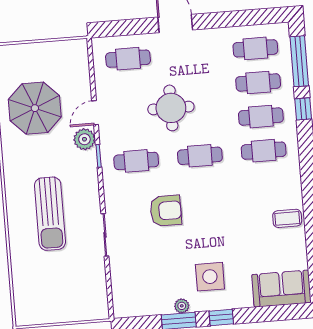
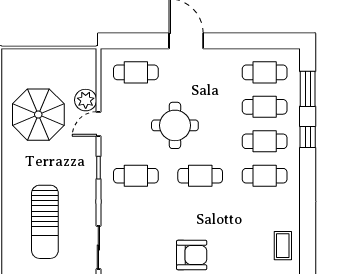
window: (299, 61) -> (308, 89), width x0.69
plant: (84, 139) -> (86, 100), moved
armchair: (166, 211) -> (192, 255), moved
coffee table: (287, 218) -> (283, 246), turned 90

